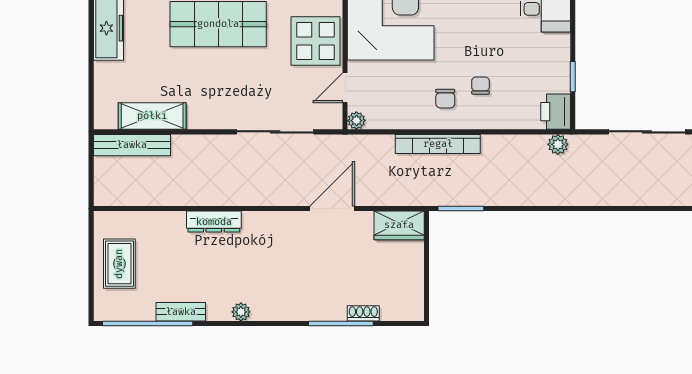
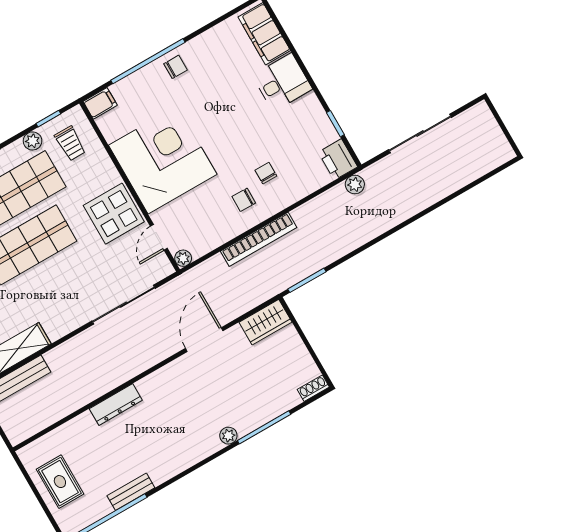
chair: (445, 99) -> (244, 200), turned 91
plant: (241, 312) -> (228, 436), moved
shoe rack: (363, 313) -> (313, 388), moved

